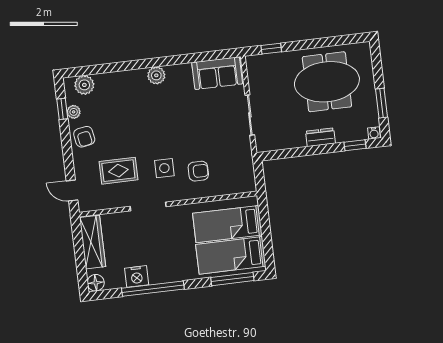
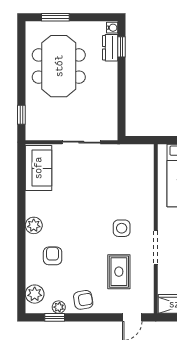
window: (381, 103) -> (55, 17), moved
dresser: (320, 137) -> (110, 48), moved
armchair: (198, 171) -> (53, 256), moved

